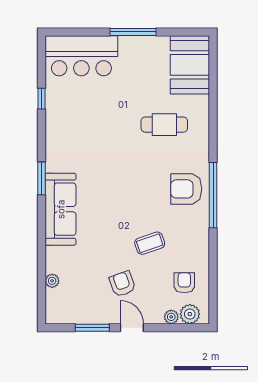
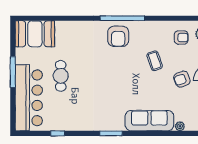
bar counter: (81, 56) -> (29, 98), width x1.36
cafe table: (164, 125) -> (61, 76), moved
sofa: (61, 209) -> (149, 121), moved
armchair: (184, 283) -> (181, 38), turned 180

